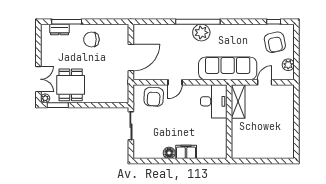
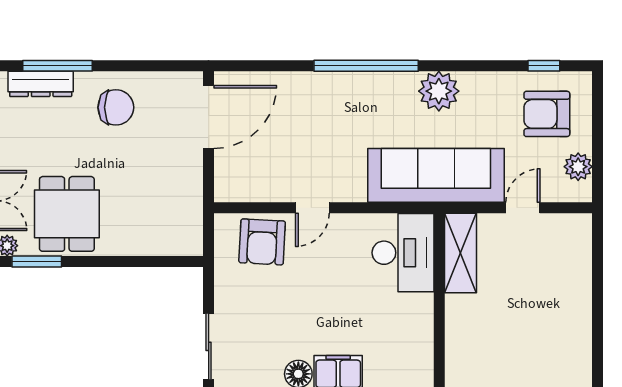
dresser: (59, 29) -> (41, 84), width x1.44
plant: (201, 33) -> (439, 91), moved
chair: (91, 39) -> (116, 107), turned 180
armchair: (275, 42) -> (547, 114), turned 102
door: (131, 57) -> (209, 117), moved
sliding door: (131, 126) -> (209, 346), moved

